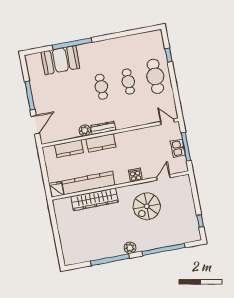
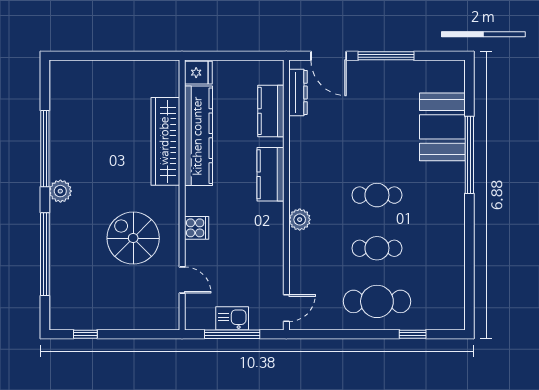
dresser: (103, 128) -> (298, 92), moved
plant: (85, 131) -> (300, 220), moved

